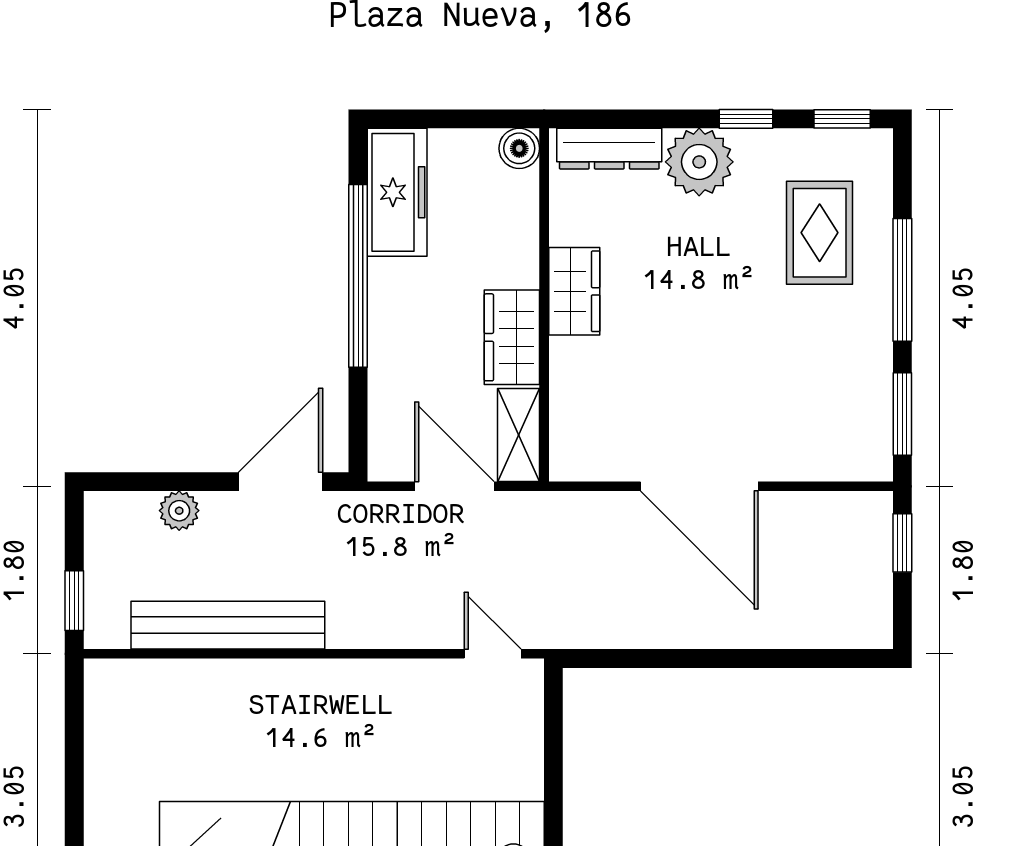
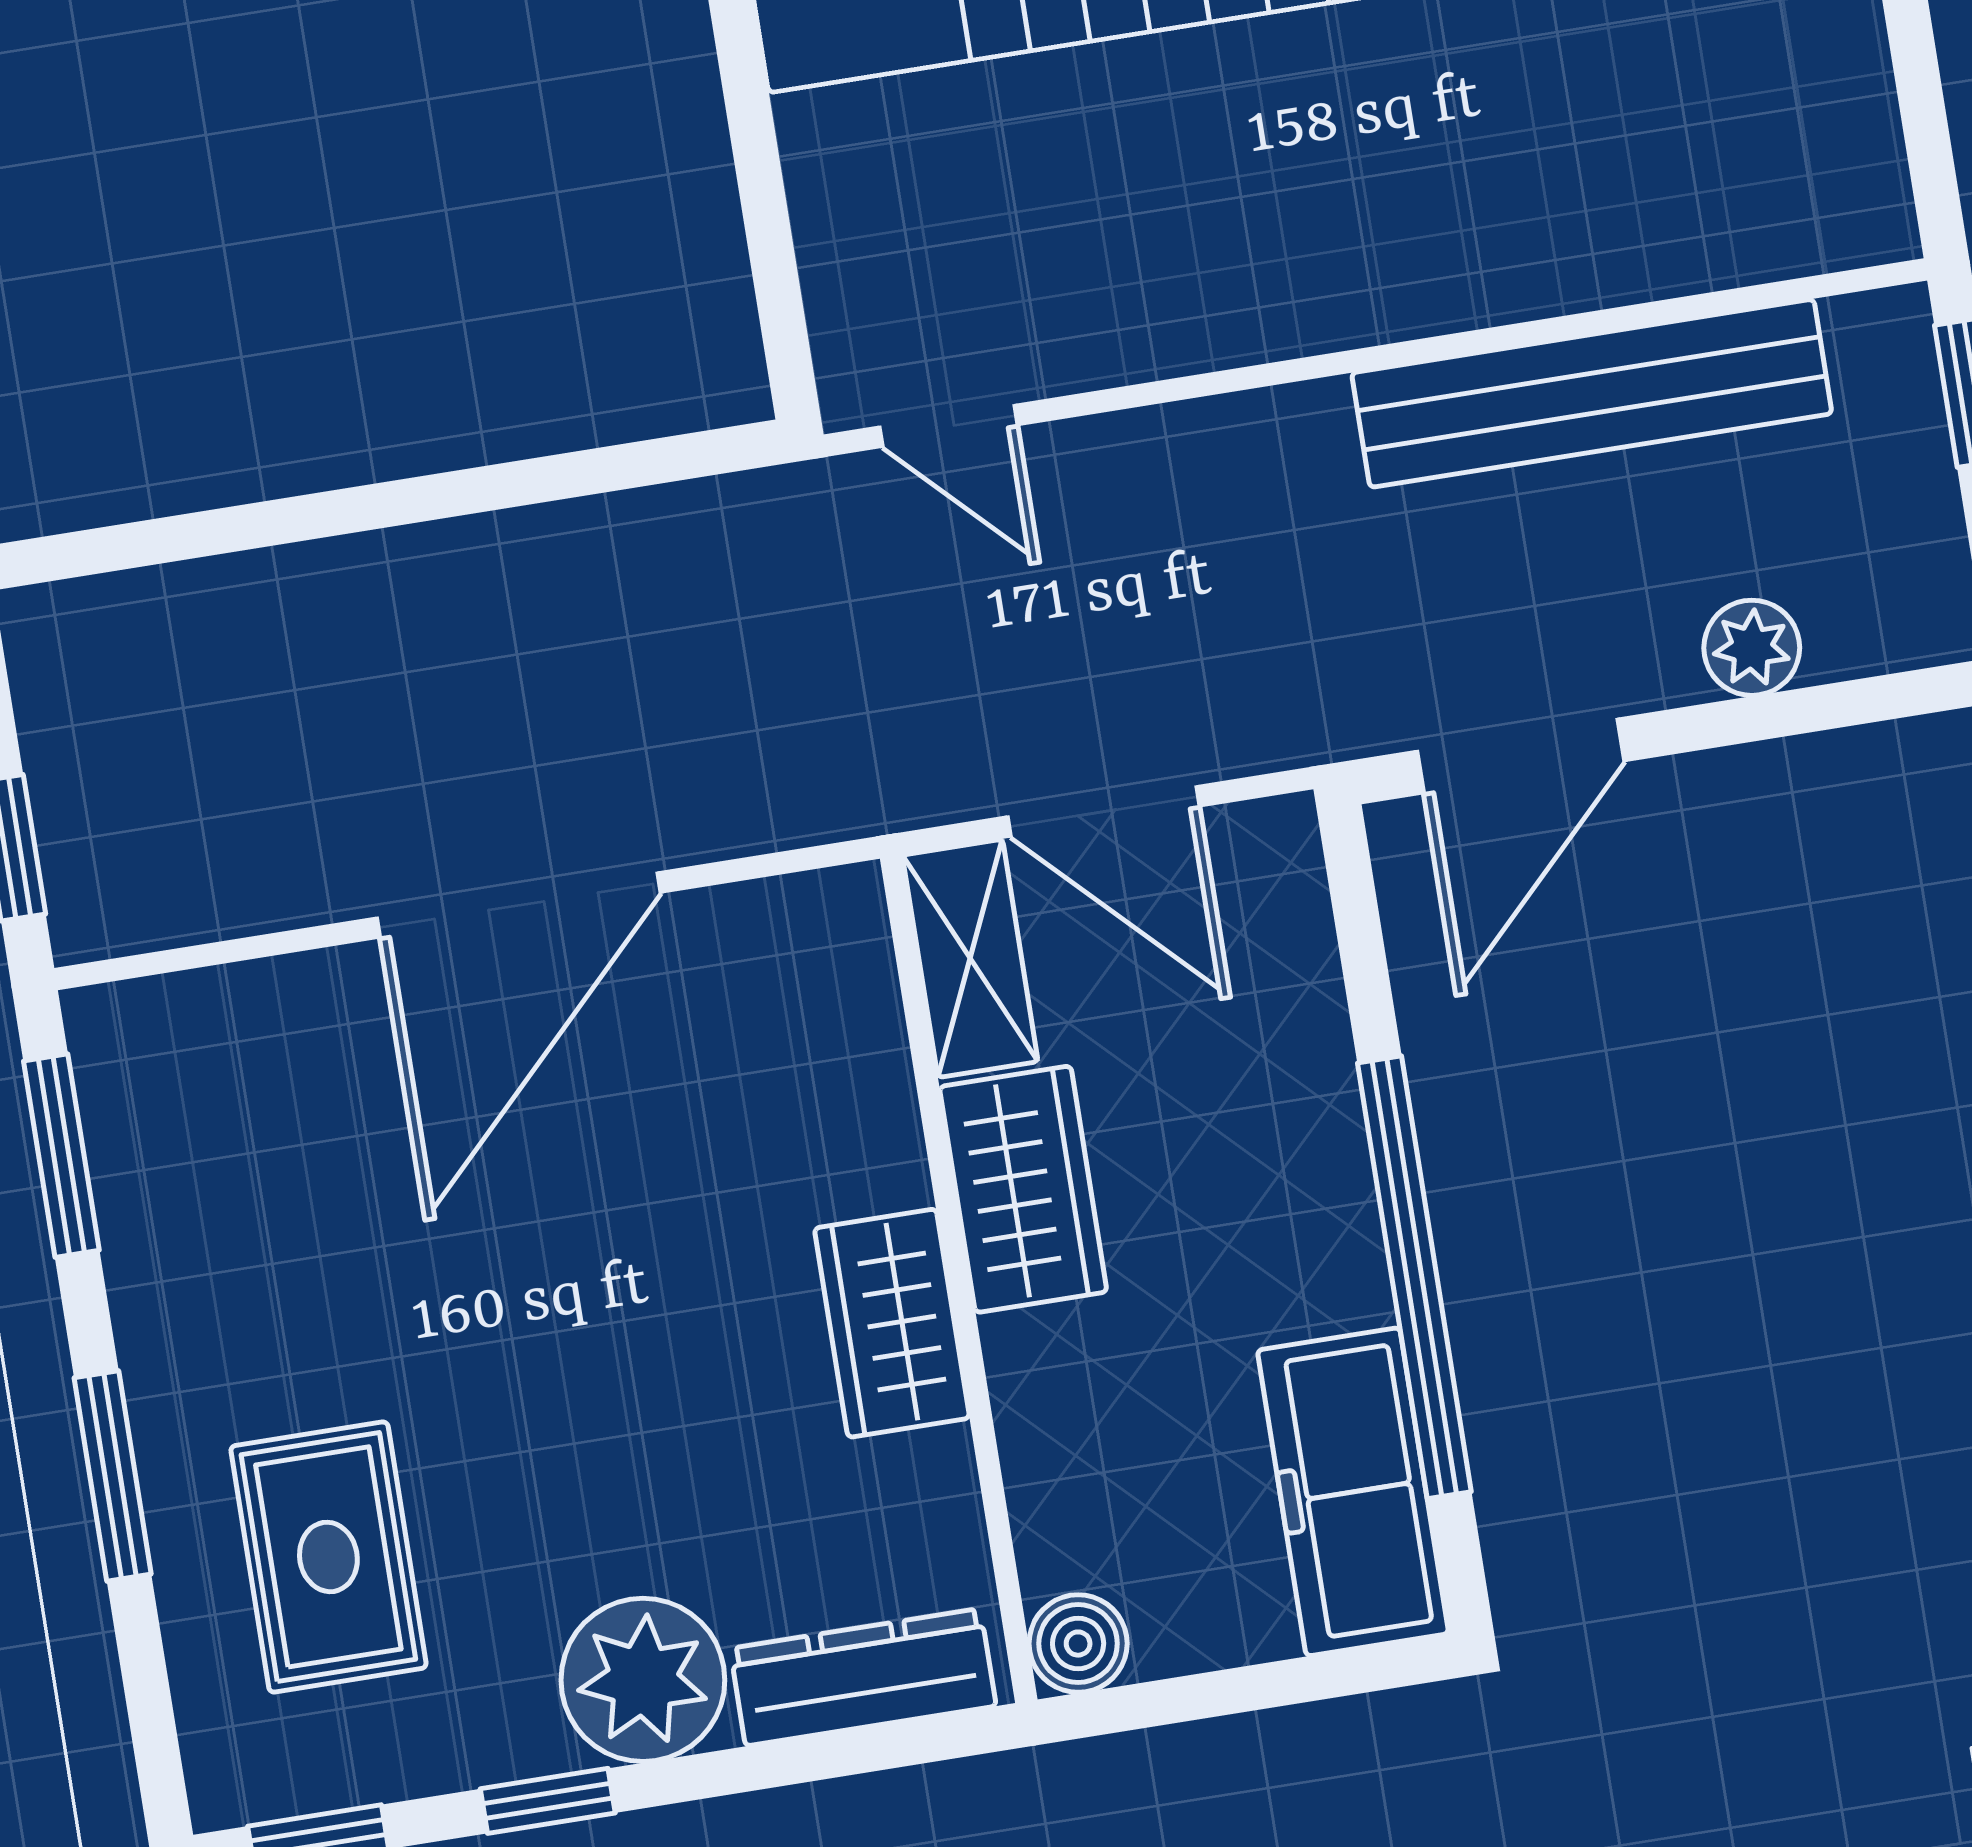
window: (902, 280) -> (113, 1476), width x0.69
door: (699, 486) -> (519, 905), swing flipped

